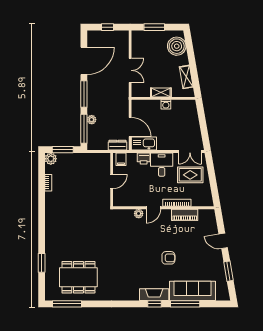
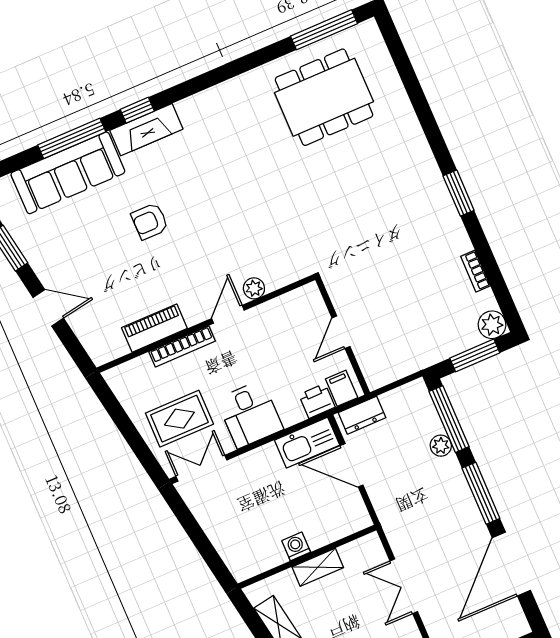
printer: (144, 158) -> (317, 401), moved
window: (42, 263) -> (459, 193), moved

